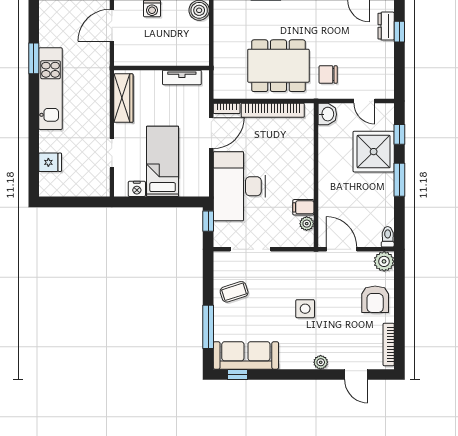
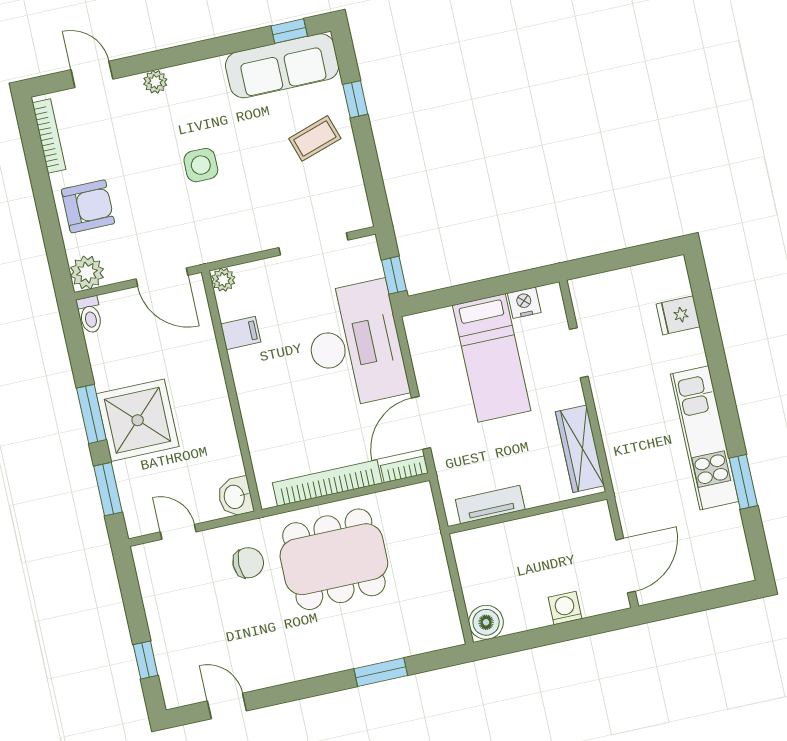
dresser: (386, 26) -> (169, 664), removed
window: (399, 134) -> (108, 489), width x1.50
shower: (374, 152) -> (138, 420), moved
plant: (307, 224) -> (223, 280), moved
coffee table: (234, 292) -> (315, 138), moved
armchair: (375, 299) -> (88, 206), turned 90
window: (208, 327) -> (355, 99), width x0.46

